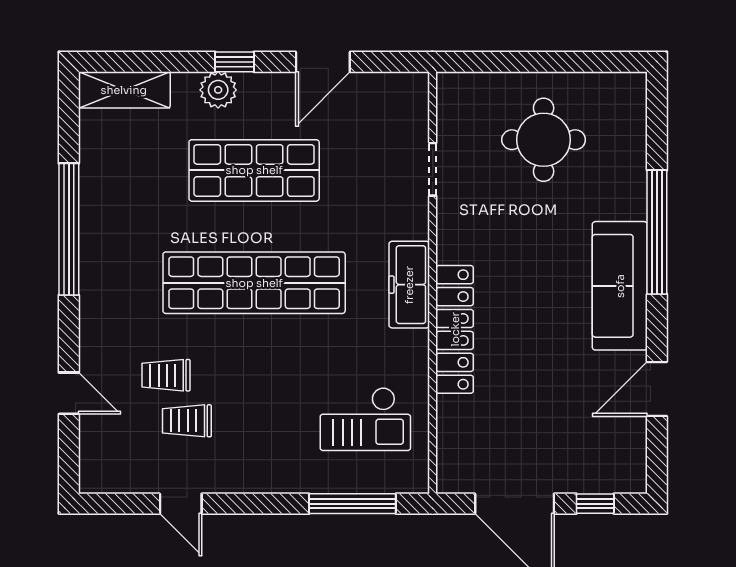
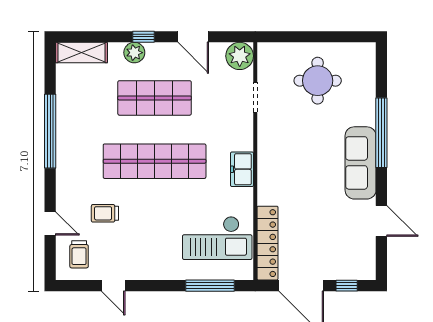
door: (323, 62) -> (193, 37), hinge flipped
plant: (405, 96) -> (240, 56), added
freezer: (409, 285) -> (242, 169), width x0.71
locker: (455, 329) -> (268, 243), moved
door: (657, 389) -> (381, 221), swing flipped
checkout: (365, 419) -> (217, 238), width x1.36, depth x1.21
trolley: (187, 421) -> (79, 254), moved, turned -90

